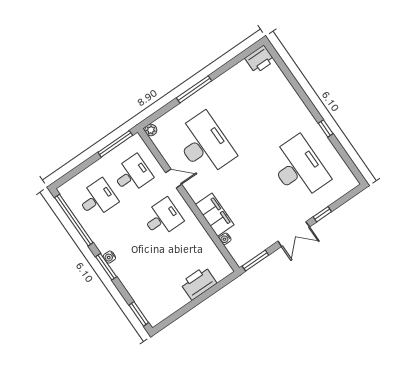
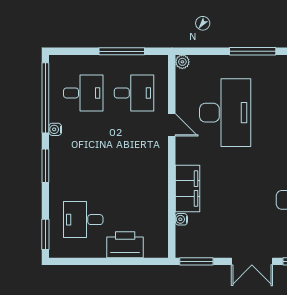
window: (115, 144) -> (122, 51), moved
desk: (163, 218) -> (83, 220), moved, turned 180
water cooler: (109, 257) -> (55, 129), moved

